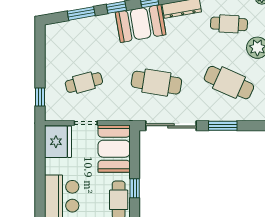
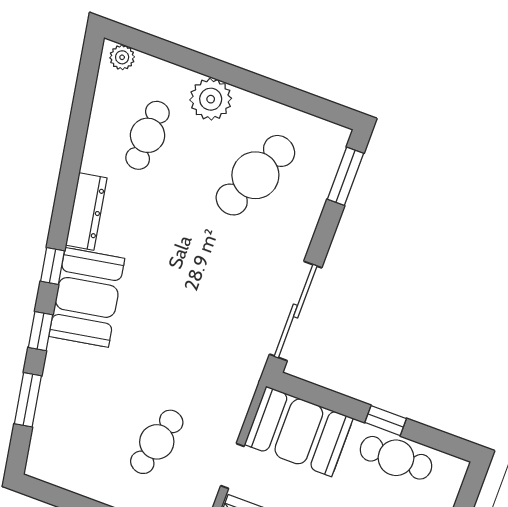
cafe table: (84, 83) -> (157, 442), turned 30
cafe table: (156, 83) -> (206, 309), removed
window: (223, 126) -> (345, 176), moved

